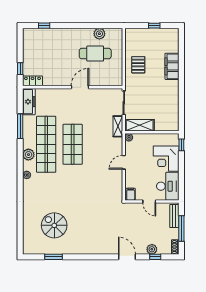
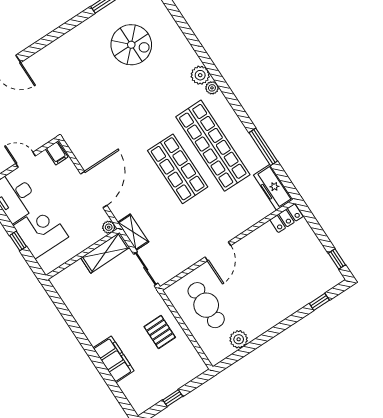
cafe table: (95, 54) -> (206, 305), moved, turned 90
window: (20, 69) -> (337, 259), moved
window: (181, 145) -> (18, 241), moved
plant: (28, 155) -> (200, 75), moved
door: (124, 162) -> (94, 190), width x1.87

